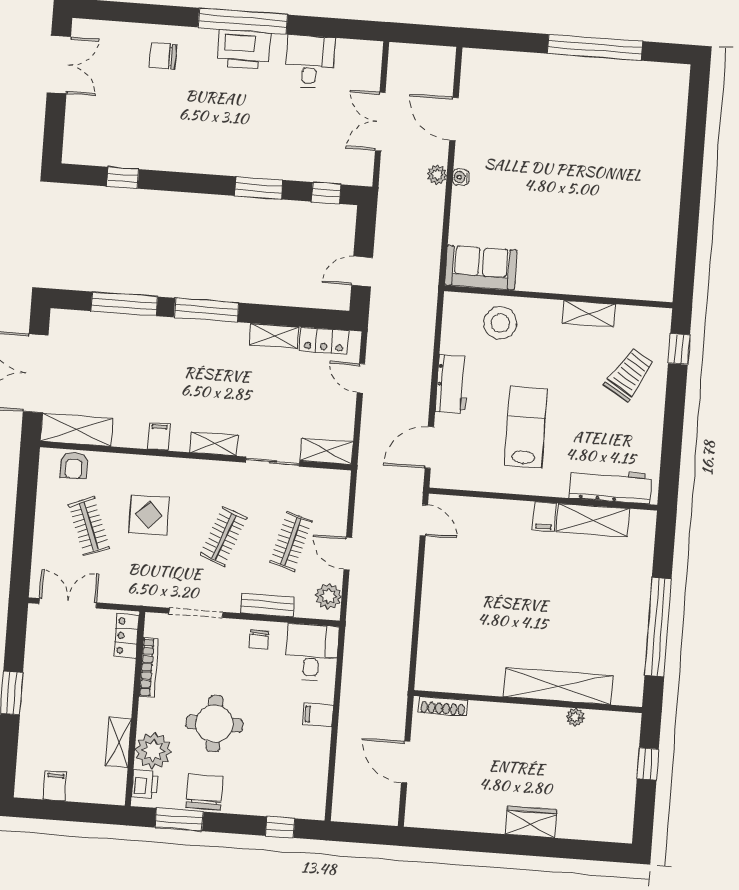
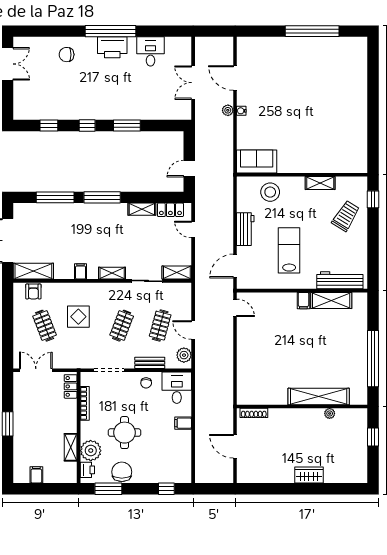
window: (326, 193) -> (87, 126), moved

